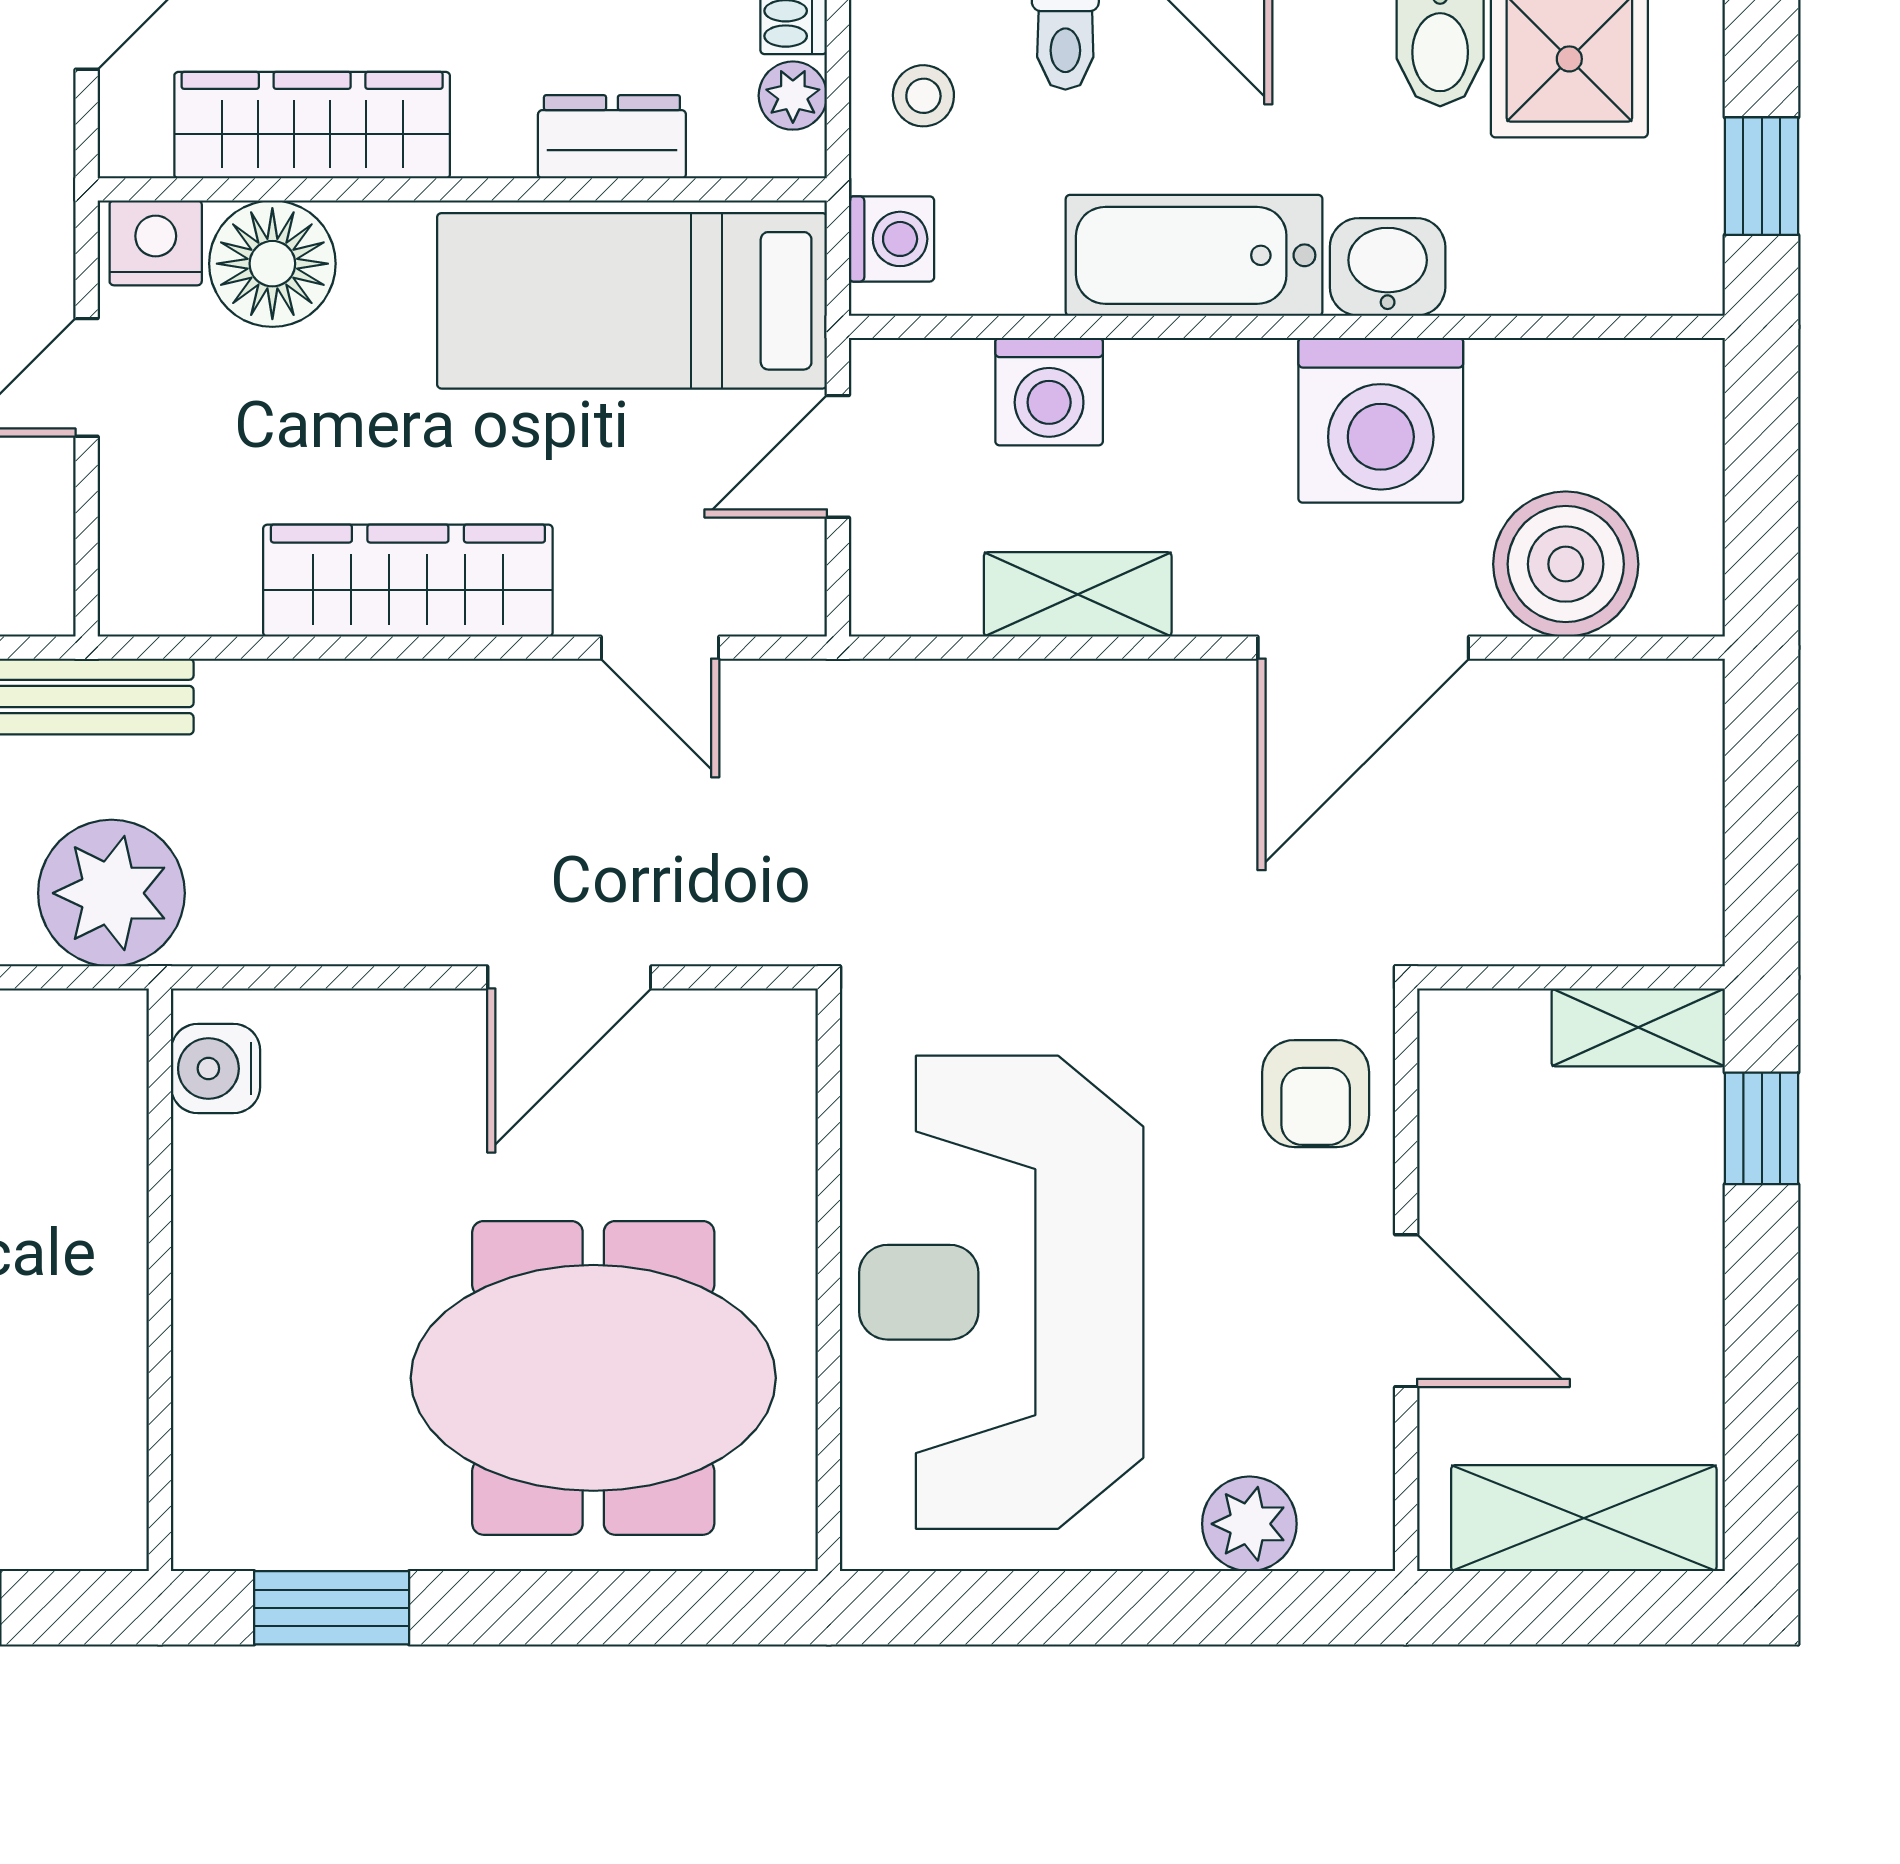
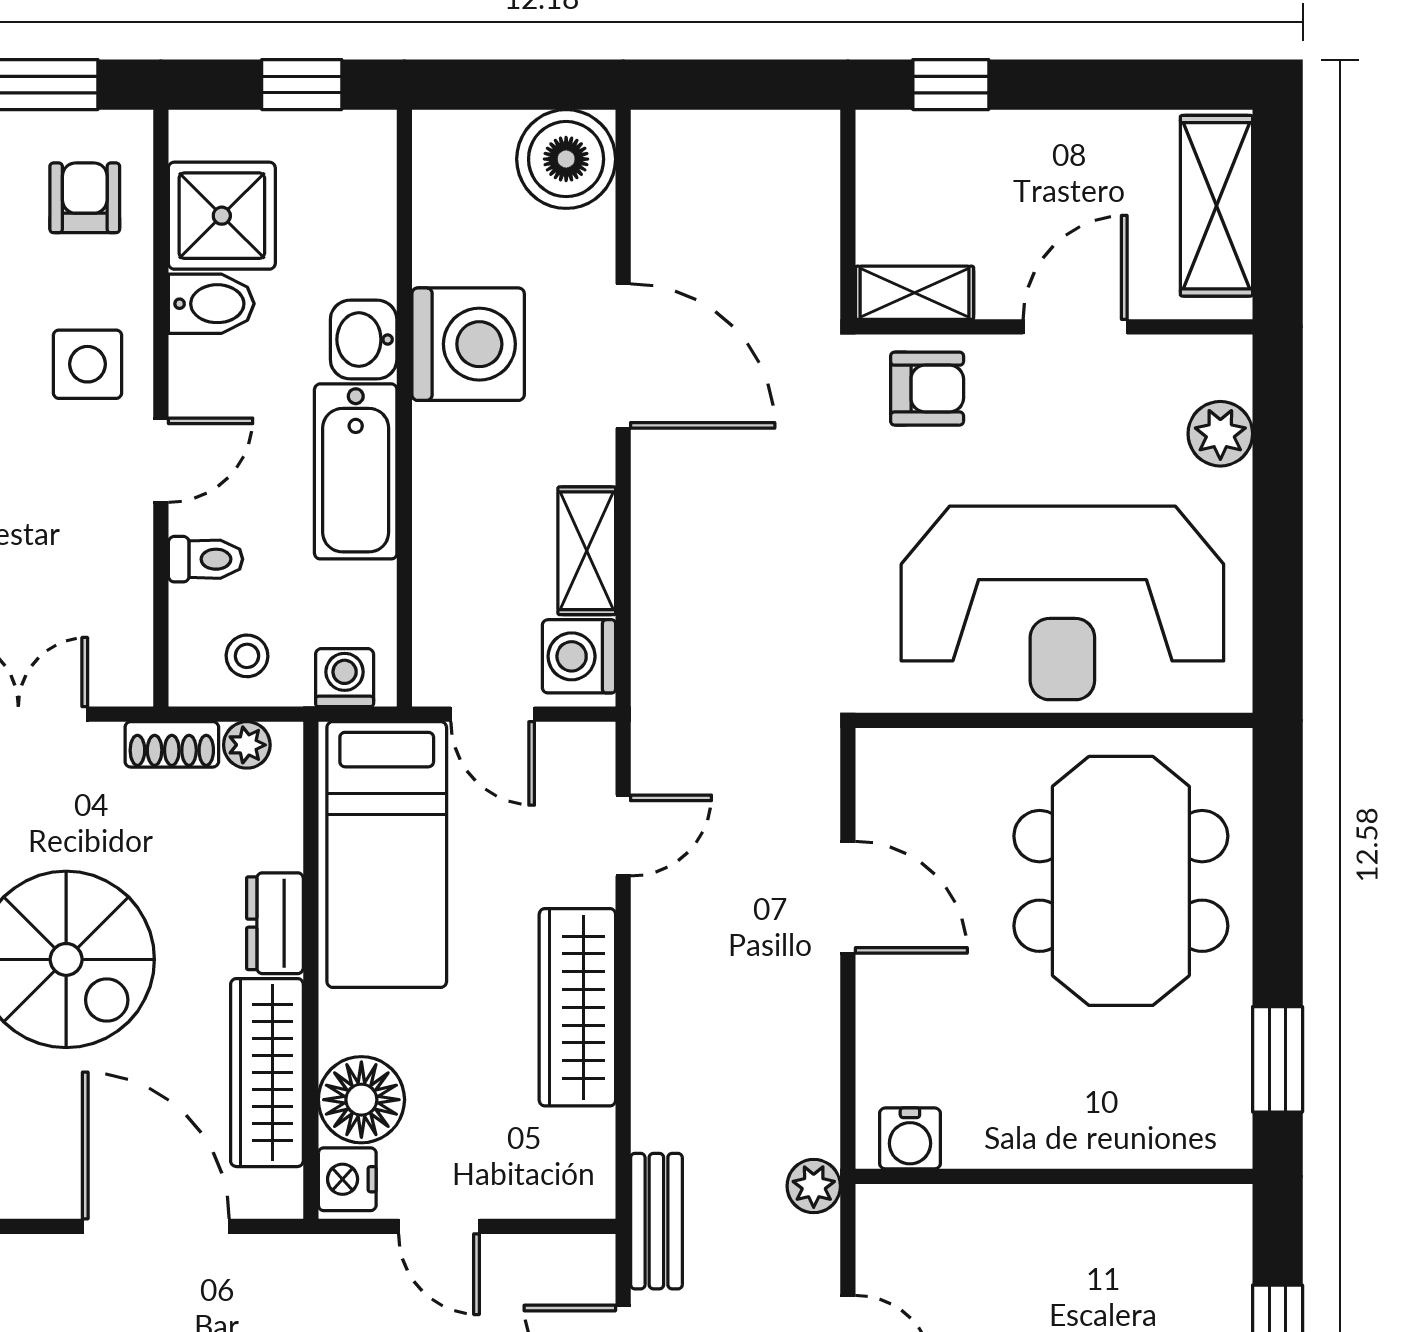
dresser: (612, 137) -> (275, 923), moved
washing machine: (1049, 392) -> (579, 656), moved, turned 180
boiler: (1566, 564) -> (566, 159), moved
plant: (111, 893) -> (814, 1186), width x0.53, depth x0.53
shelving: (1638, 1027) -> (914, 293), moved, turned 90

